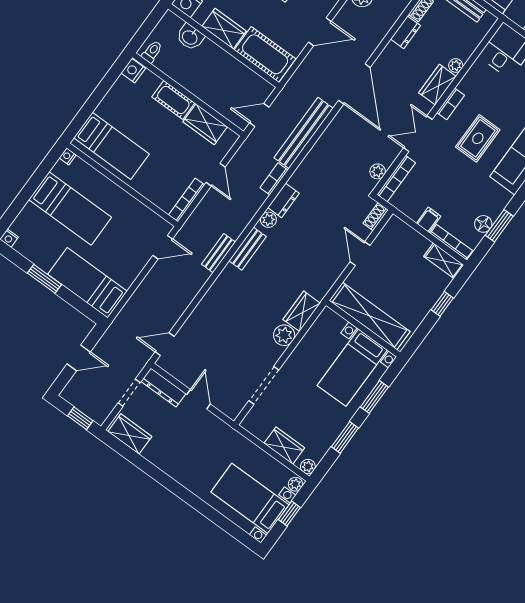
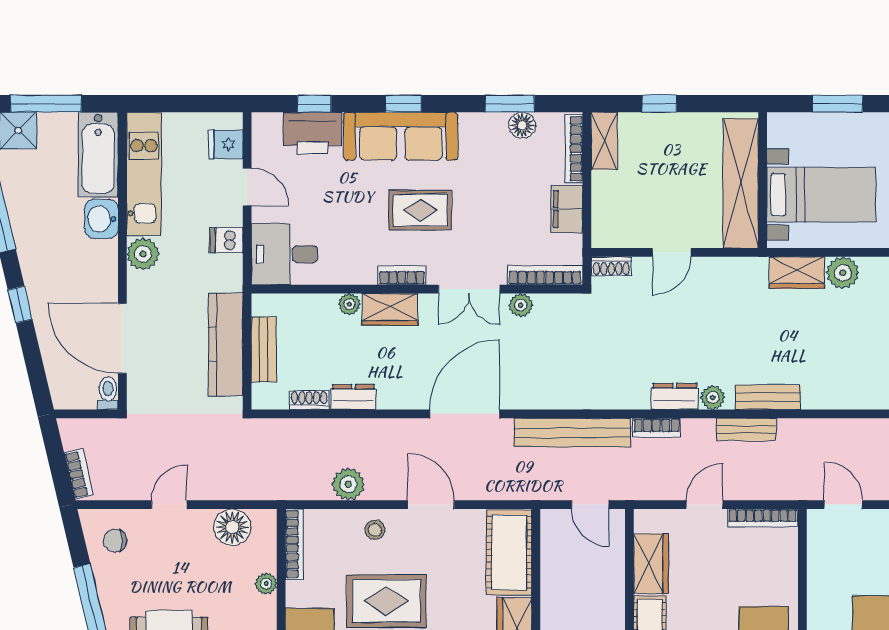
plant: (378, 171) -> (521, 305), moved
filing cabinet: (429, 220) -> (567, 209), width x2.00
bench: (219, 253) -> (746, 429), moved
bed with nightstands: (352, 368) -> (821, 195), moved

